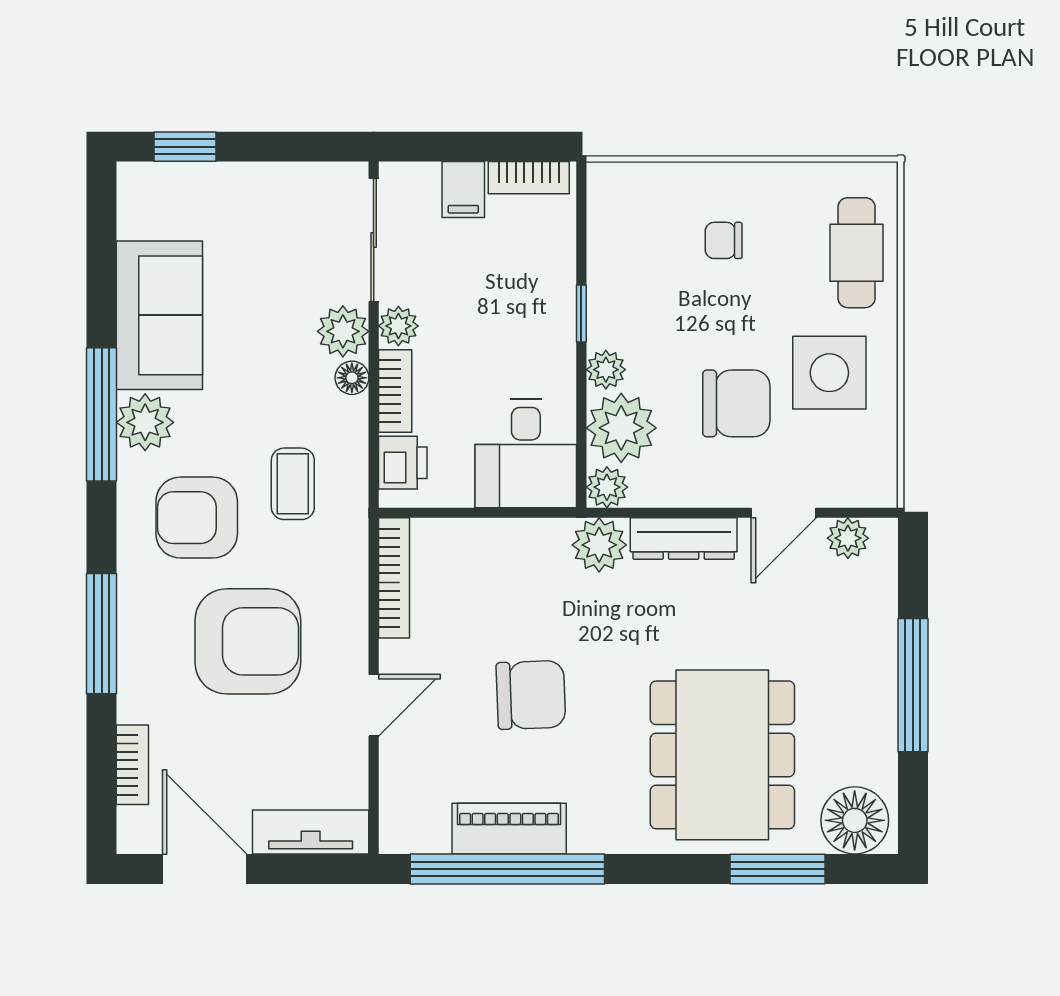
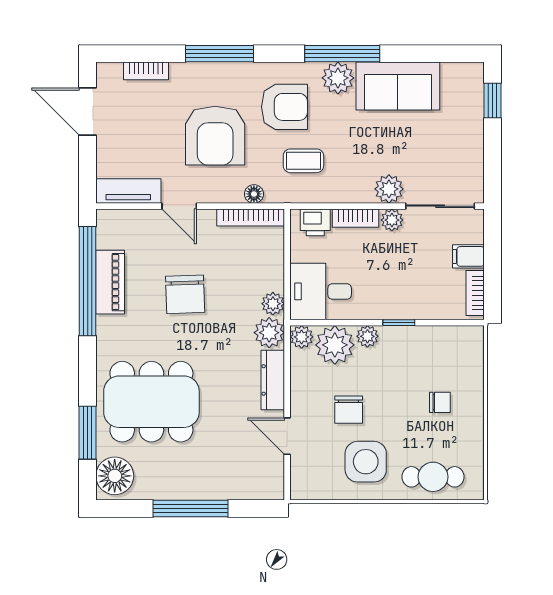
chair: (724, 240) -> (440, 402), turned 90
floor lamp: (352, 378) -> (254, 194), moved
chair: (736, 403) -> (349, 410), width x0.73, depth x0.73
armchair: (197, 518) -> (284, 107), turned 90
plant: (848, 538) -> (273, 304), moved
tv unit: (311, 832) -> (128, 191), moved, turned -90
door: (205, 869) -> (88, 111), swing flipped

